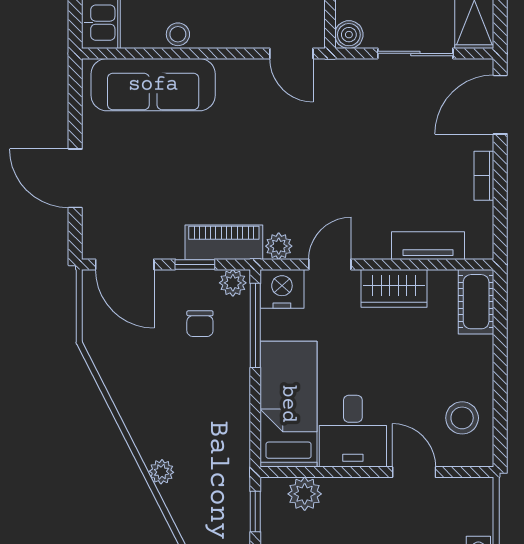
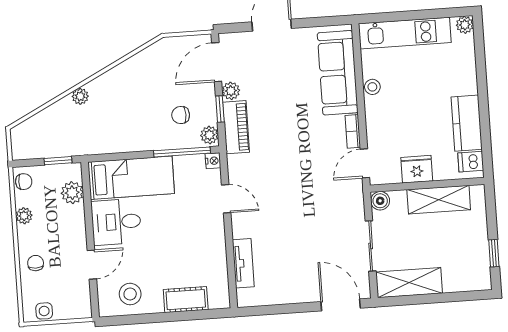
bookcase: (484, 176) -> (353, 131), moved, turned -90
plant: (279, 246) -> (231, 91), moved
wardrobe: (394, 288) -> (213, 243), removed
nightstand: (282, 289) -> (213, 161), width x0.53, depth x0.56
cot: (476, 302) -> (186, 300), moved

